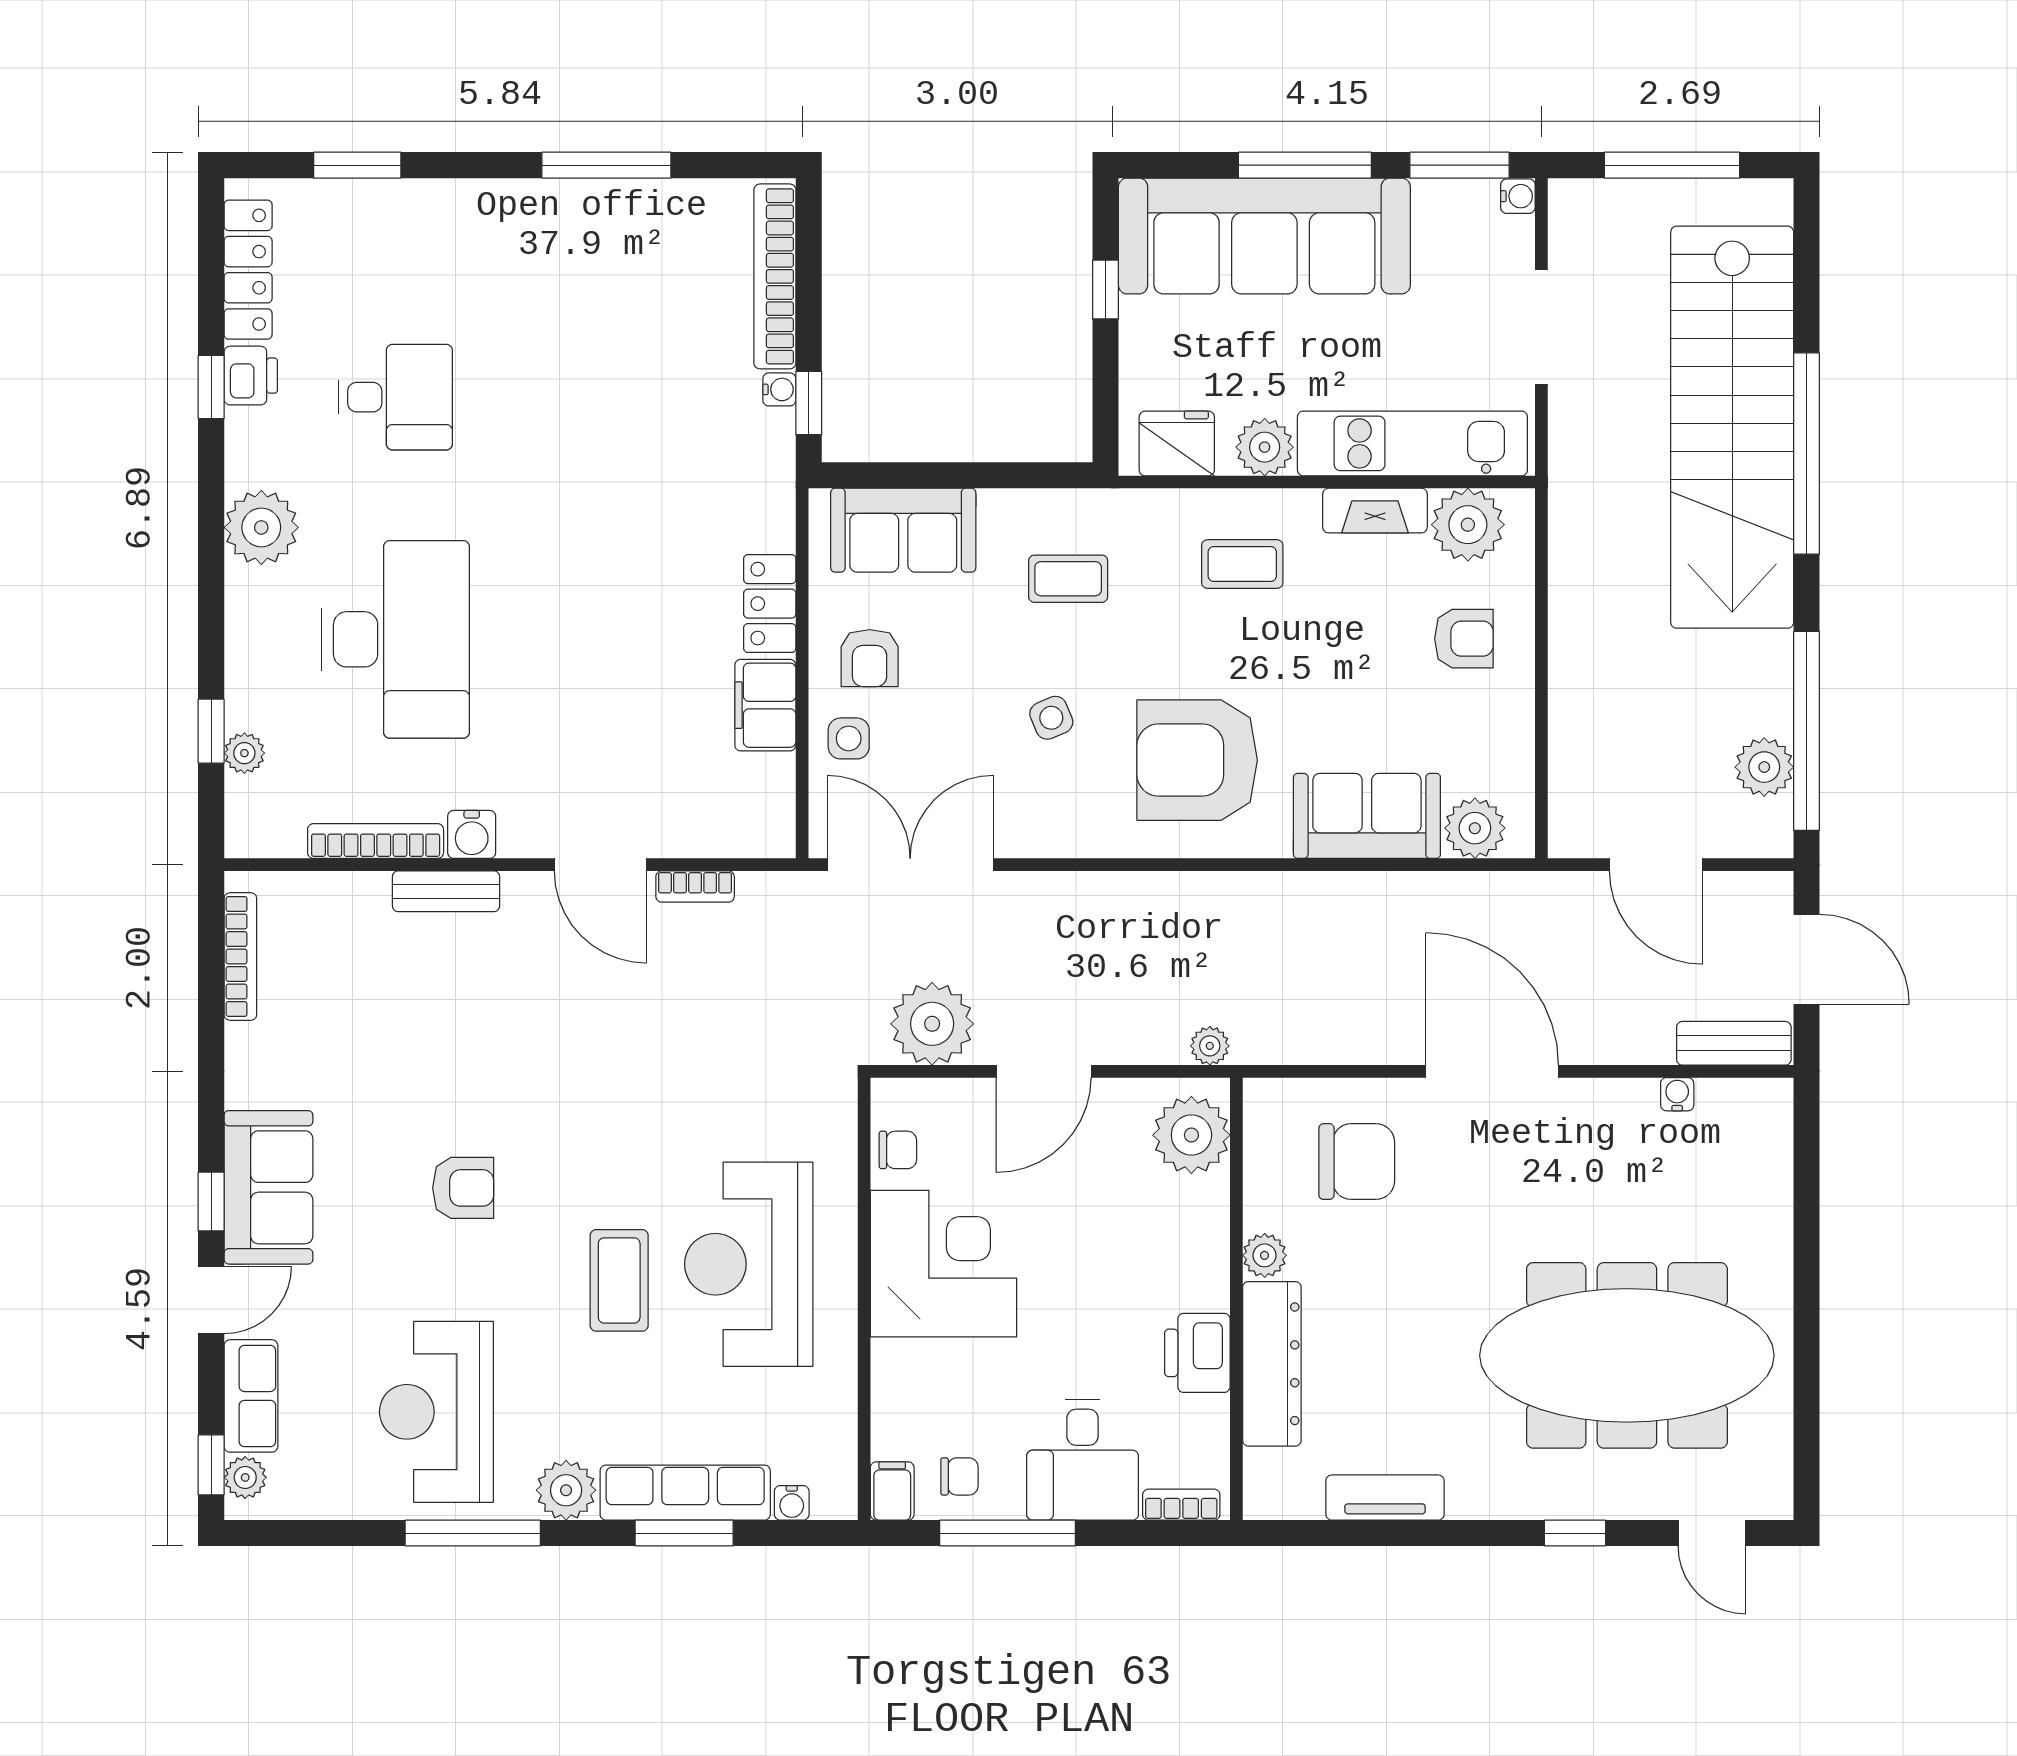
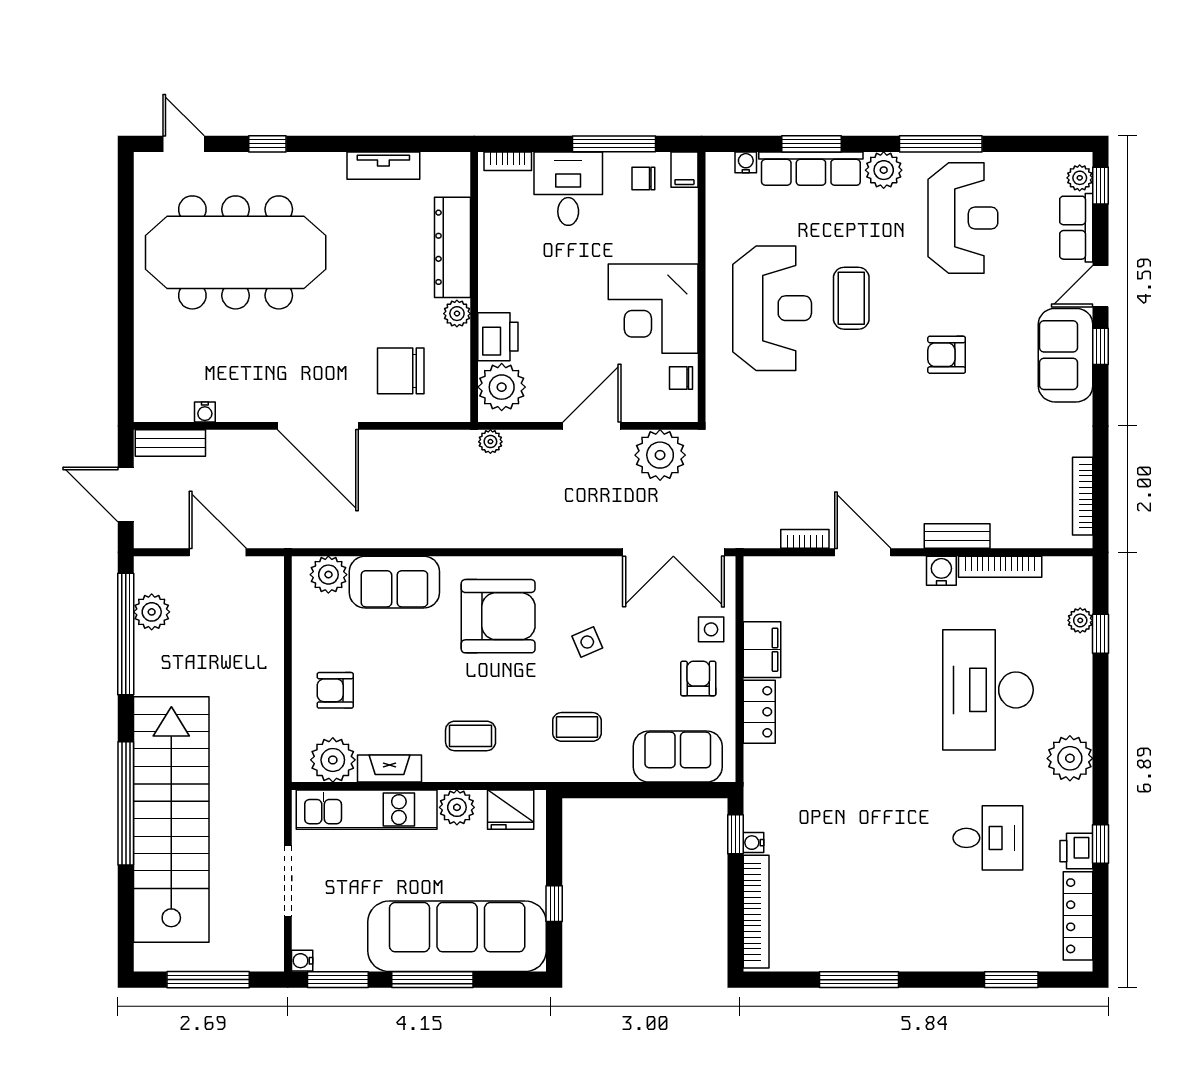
desk: (395, 397) -> (988, 838), turned 180
printer: (1197, 1353) -> (498, 337), moved

